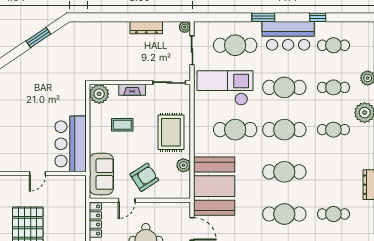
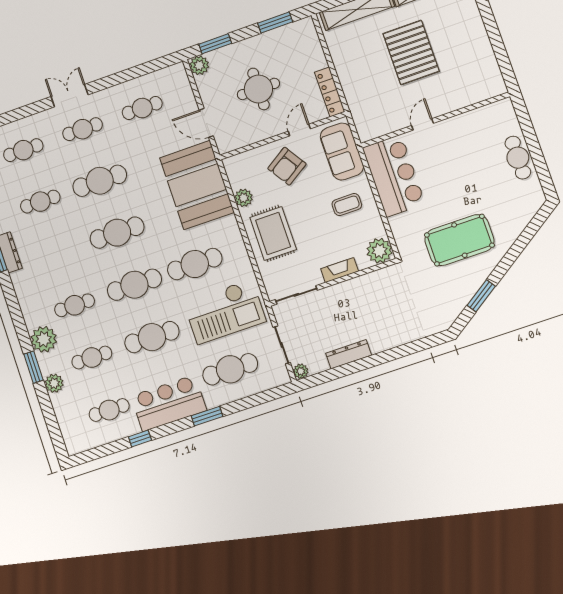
pool table: (40, 82) -> (459, 240), added
coffee table: (122, 125) -> (347, 205), moved

